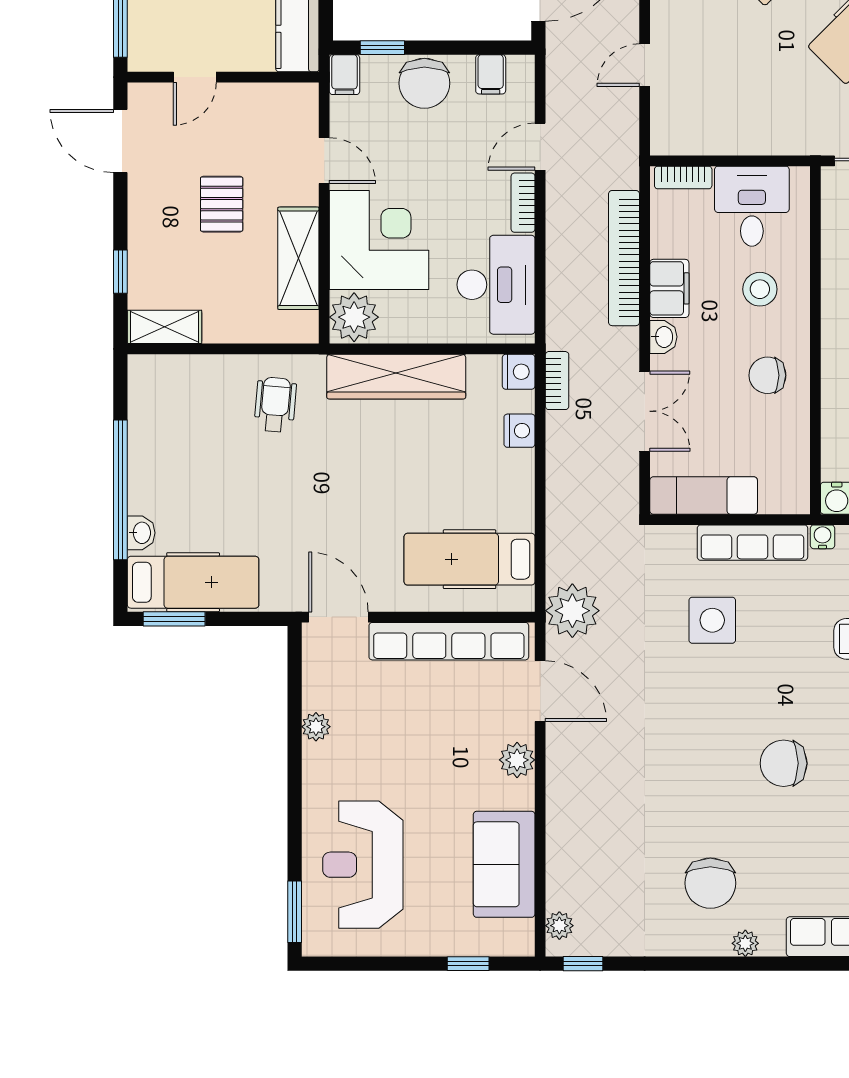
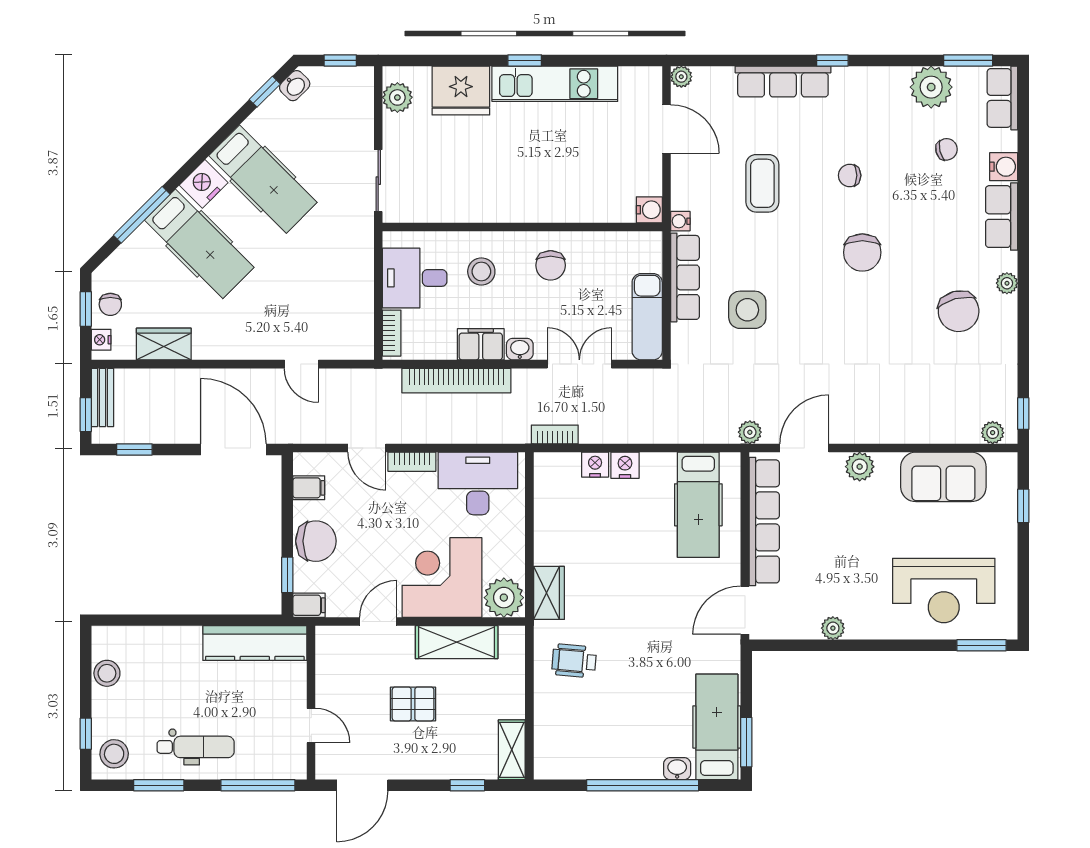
nightstand: (519, 372) -> (625, 465), moved
wardrobe: (396, 377) -> (549, 593), width x0.48, depth x0.85
plant: (572, 611) -> (750, 432), width x0.53, depth x0.53
chair: (710, 883) -> (959, 311), turned 75

